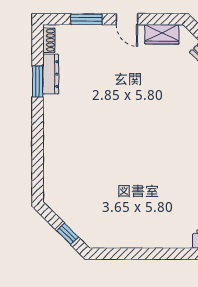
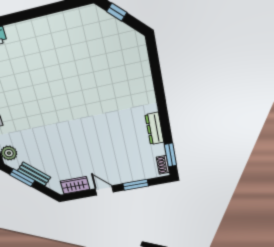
dresser: (51, 74) -> (154, 129), moved
window: (38, 81) -> (170, 155), moved

